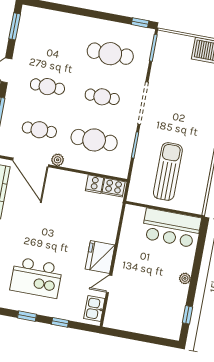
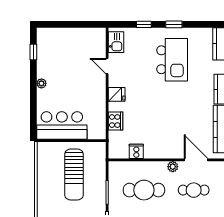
door: (31, 162) -> (196, 160), width x0.73
cooker: (113, 187) -> (116, 121), moved, turned 90
fridge: (100, 257) -> (117, 94), width x0.53, depth x0.75
kitchen island: (36, 278) -> (172, 60), turned 90
door: (109, 284) -> (107, 66), swing flipped

